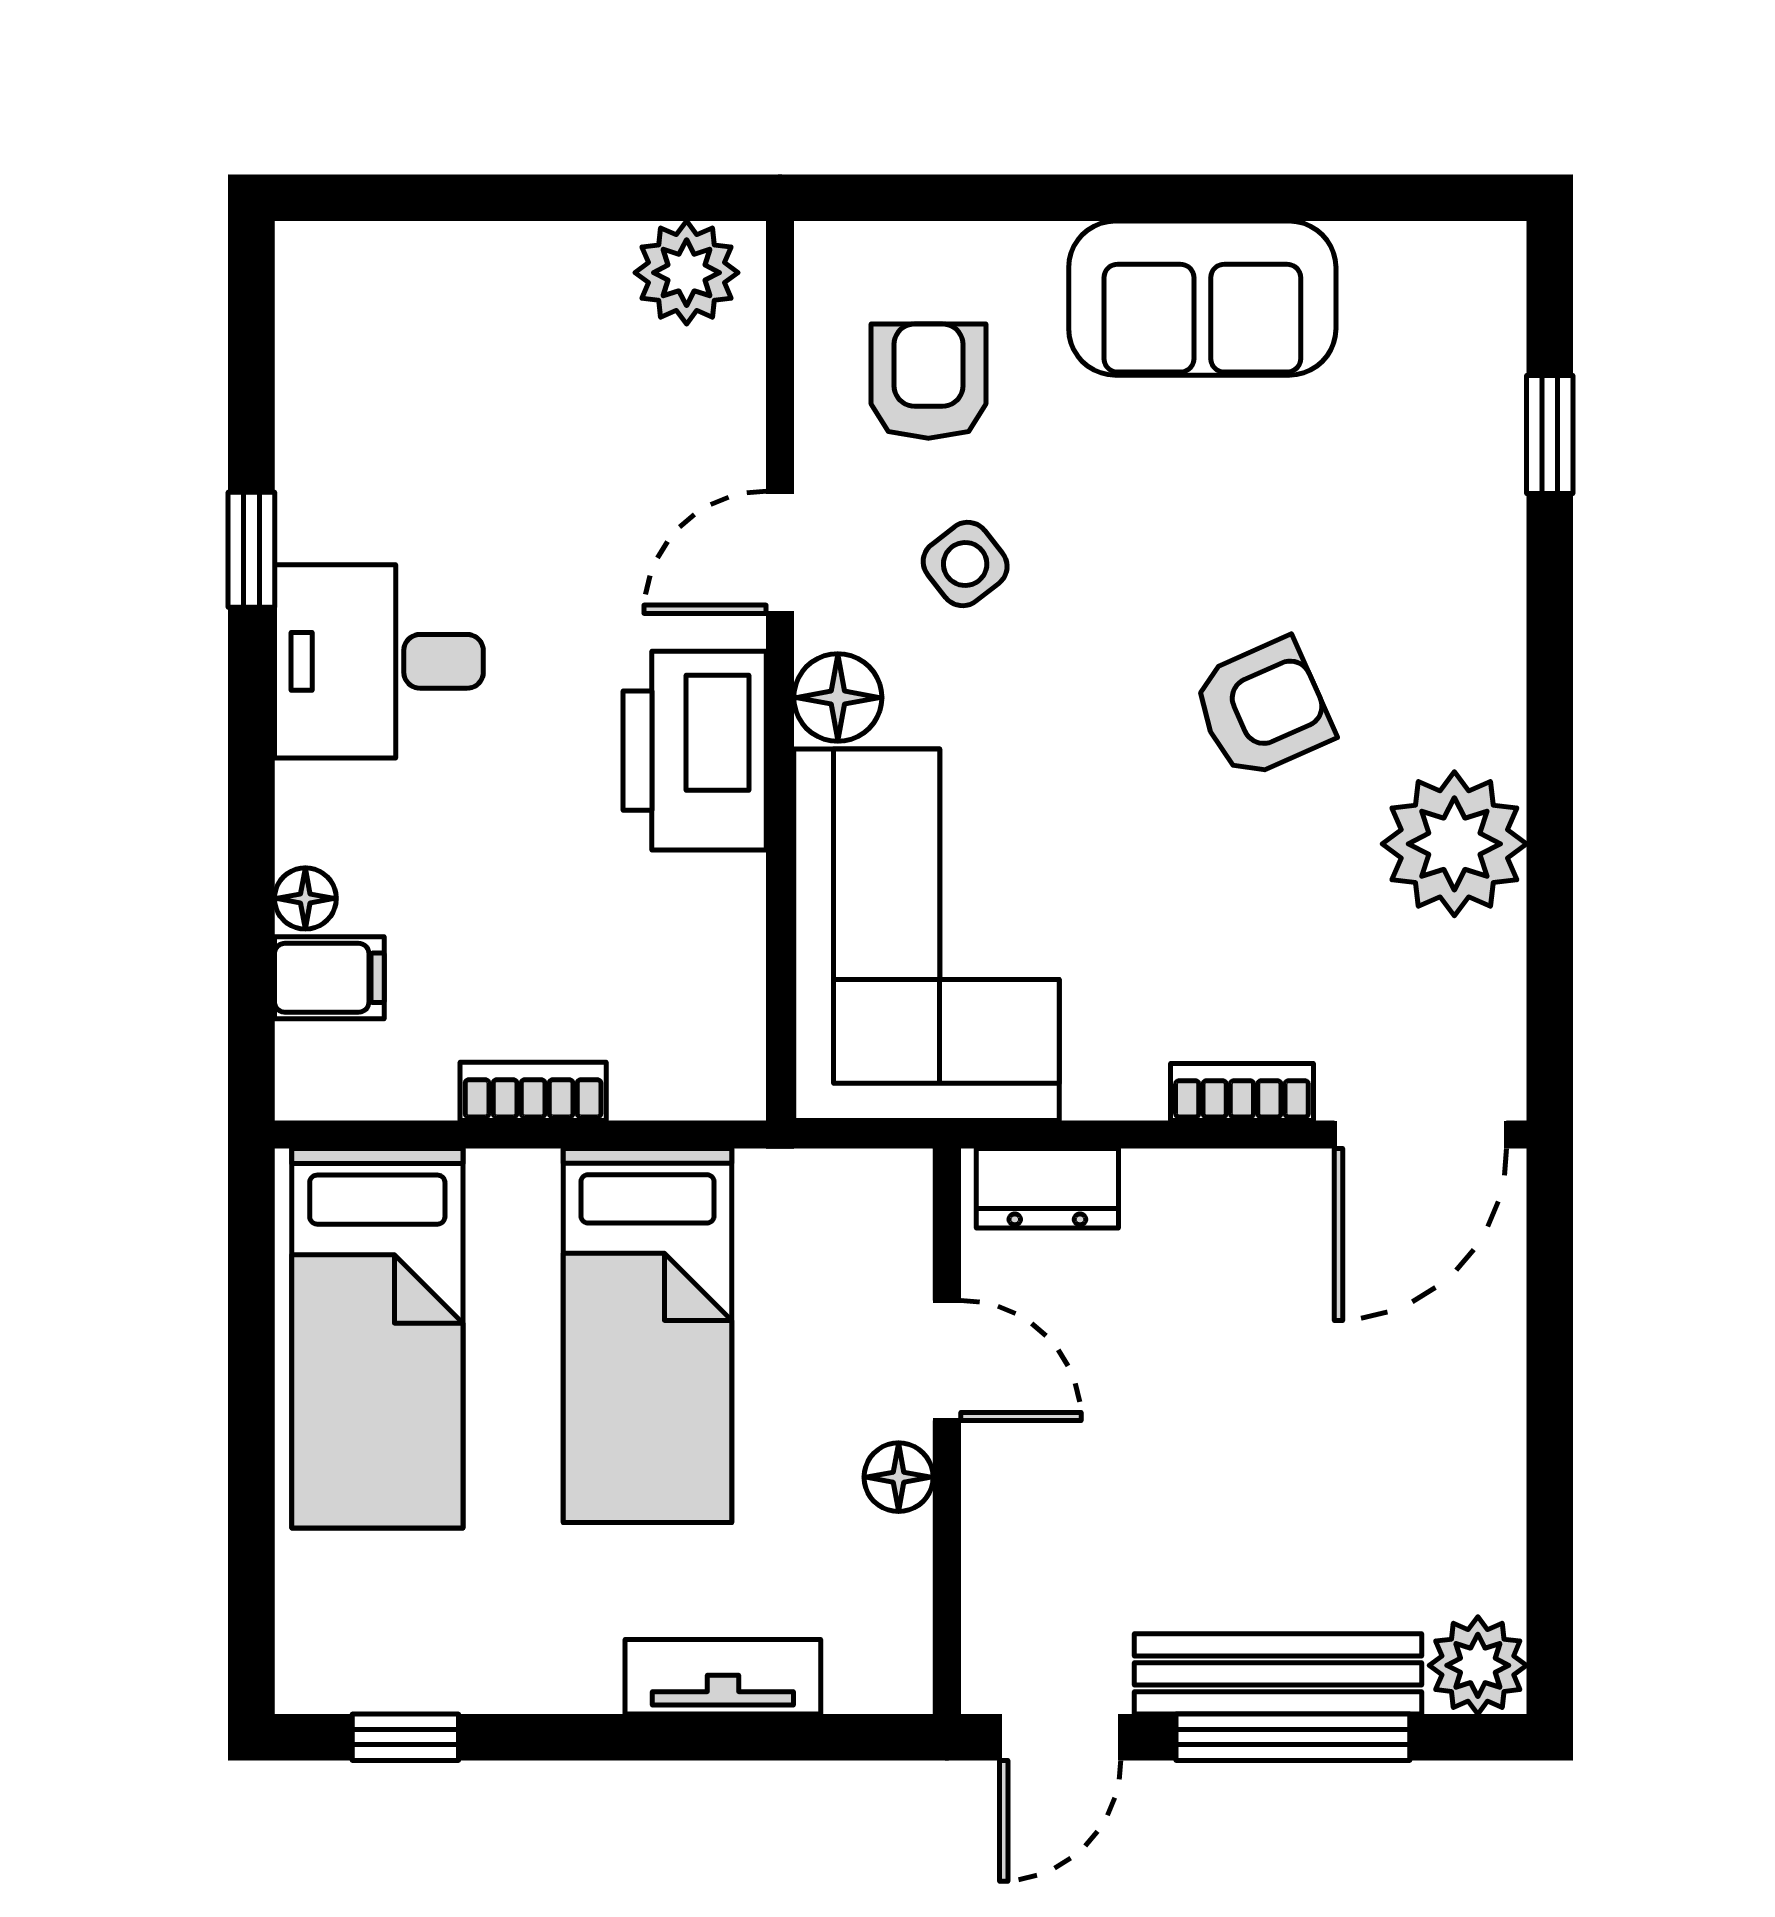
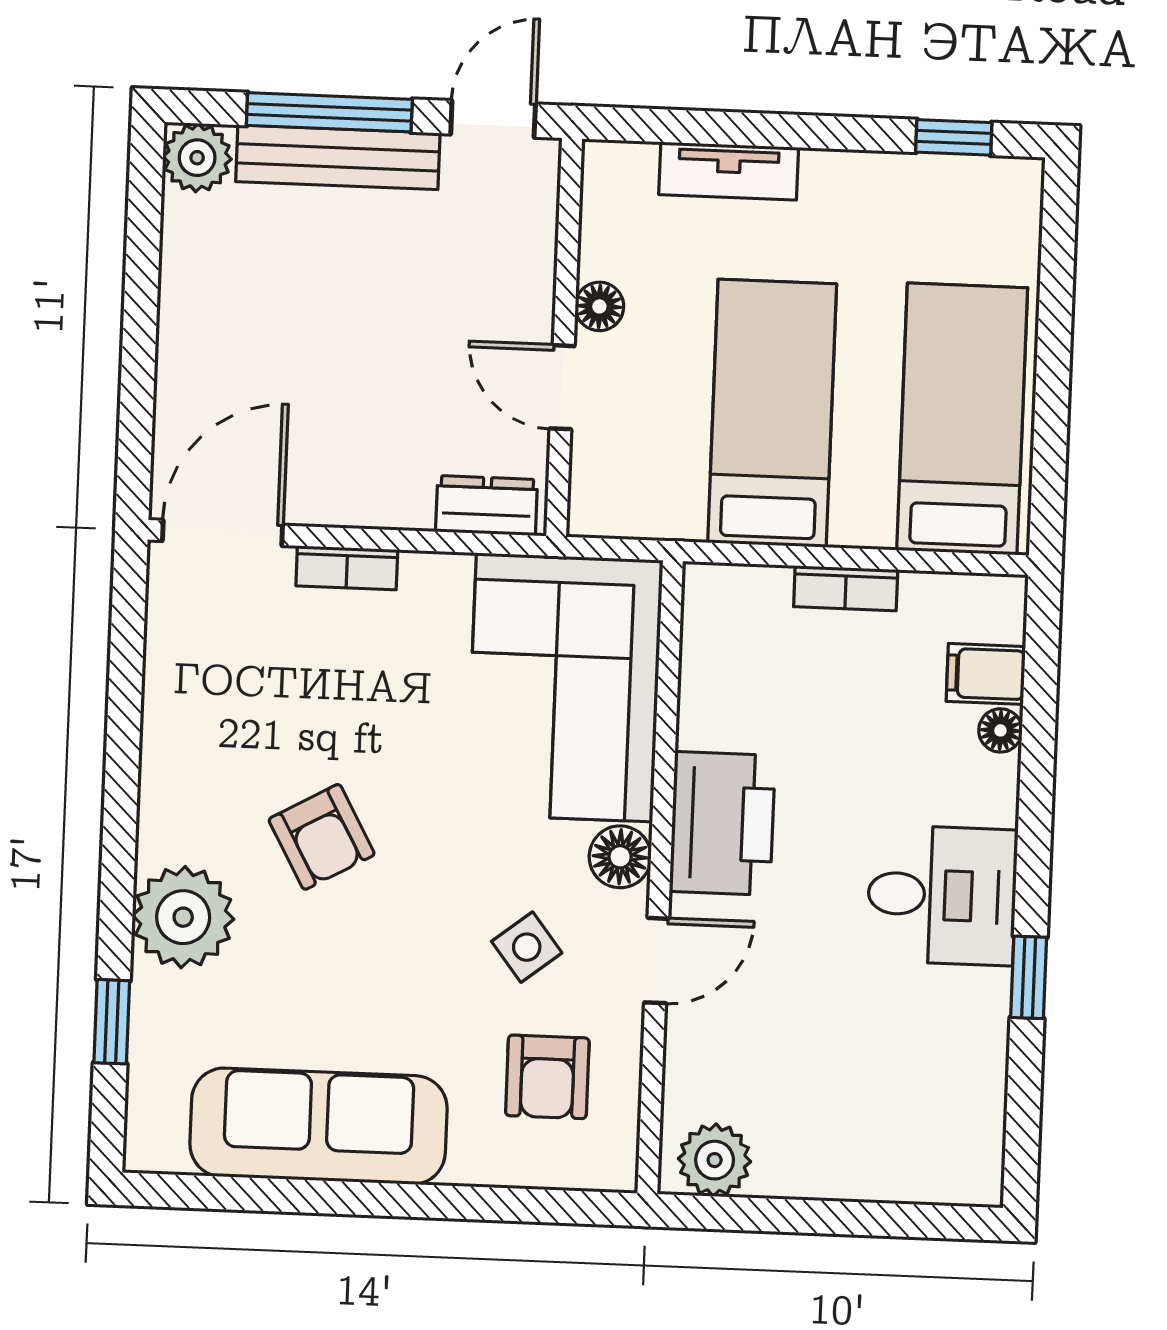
sofa: (1202, 298) -> (318, 1126), width x1.36
armchair: (1263, 709) -> (322, 837), turned -95
plant: (1454, 844) -> (183, 917), moved

